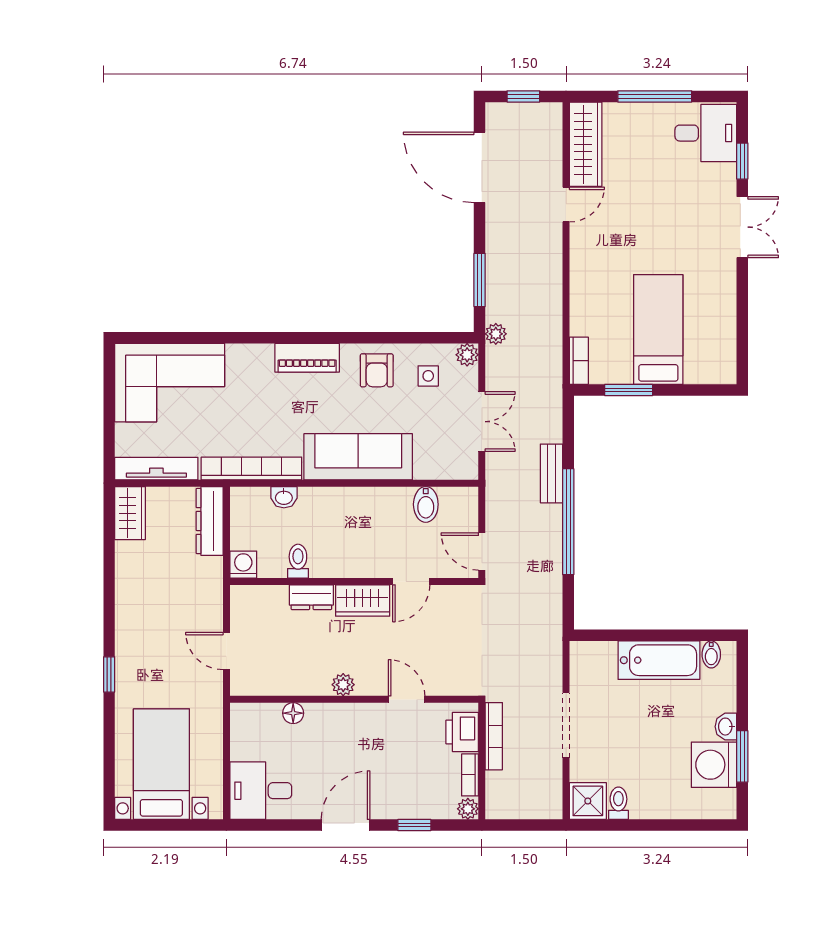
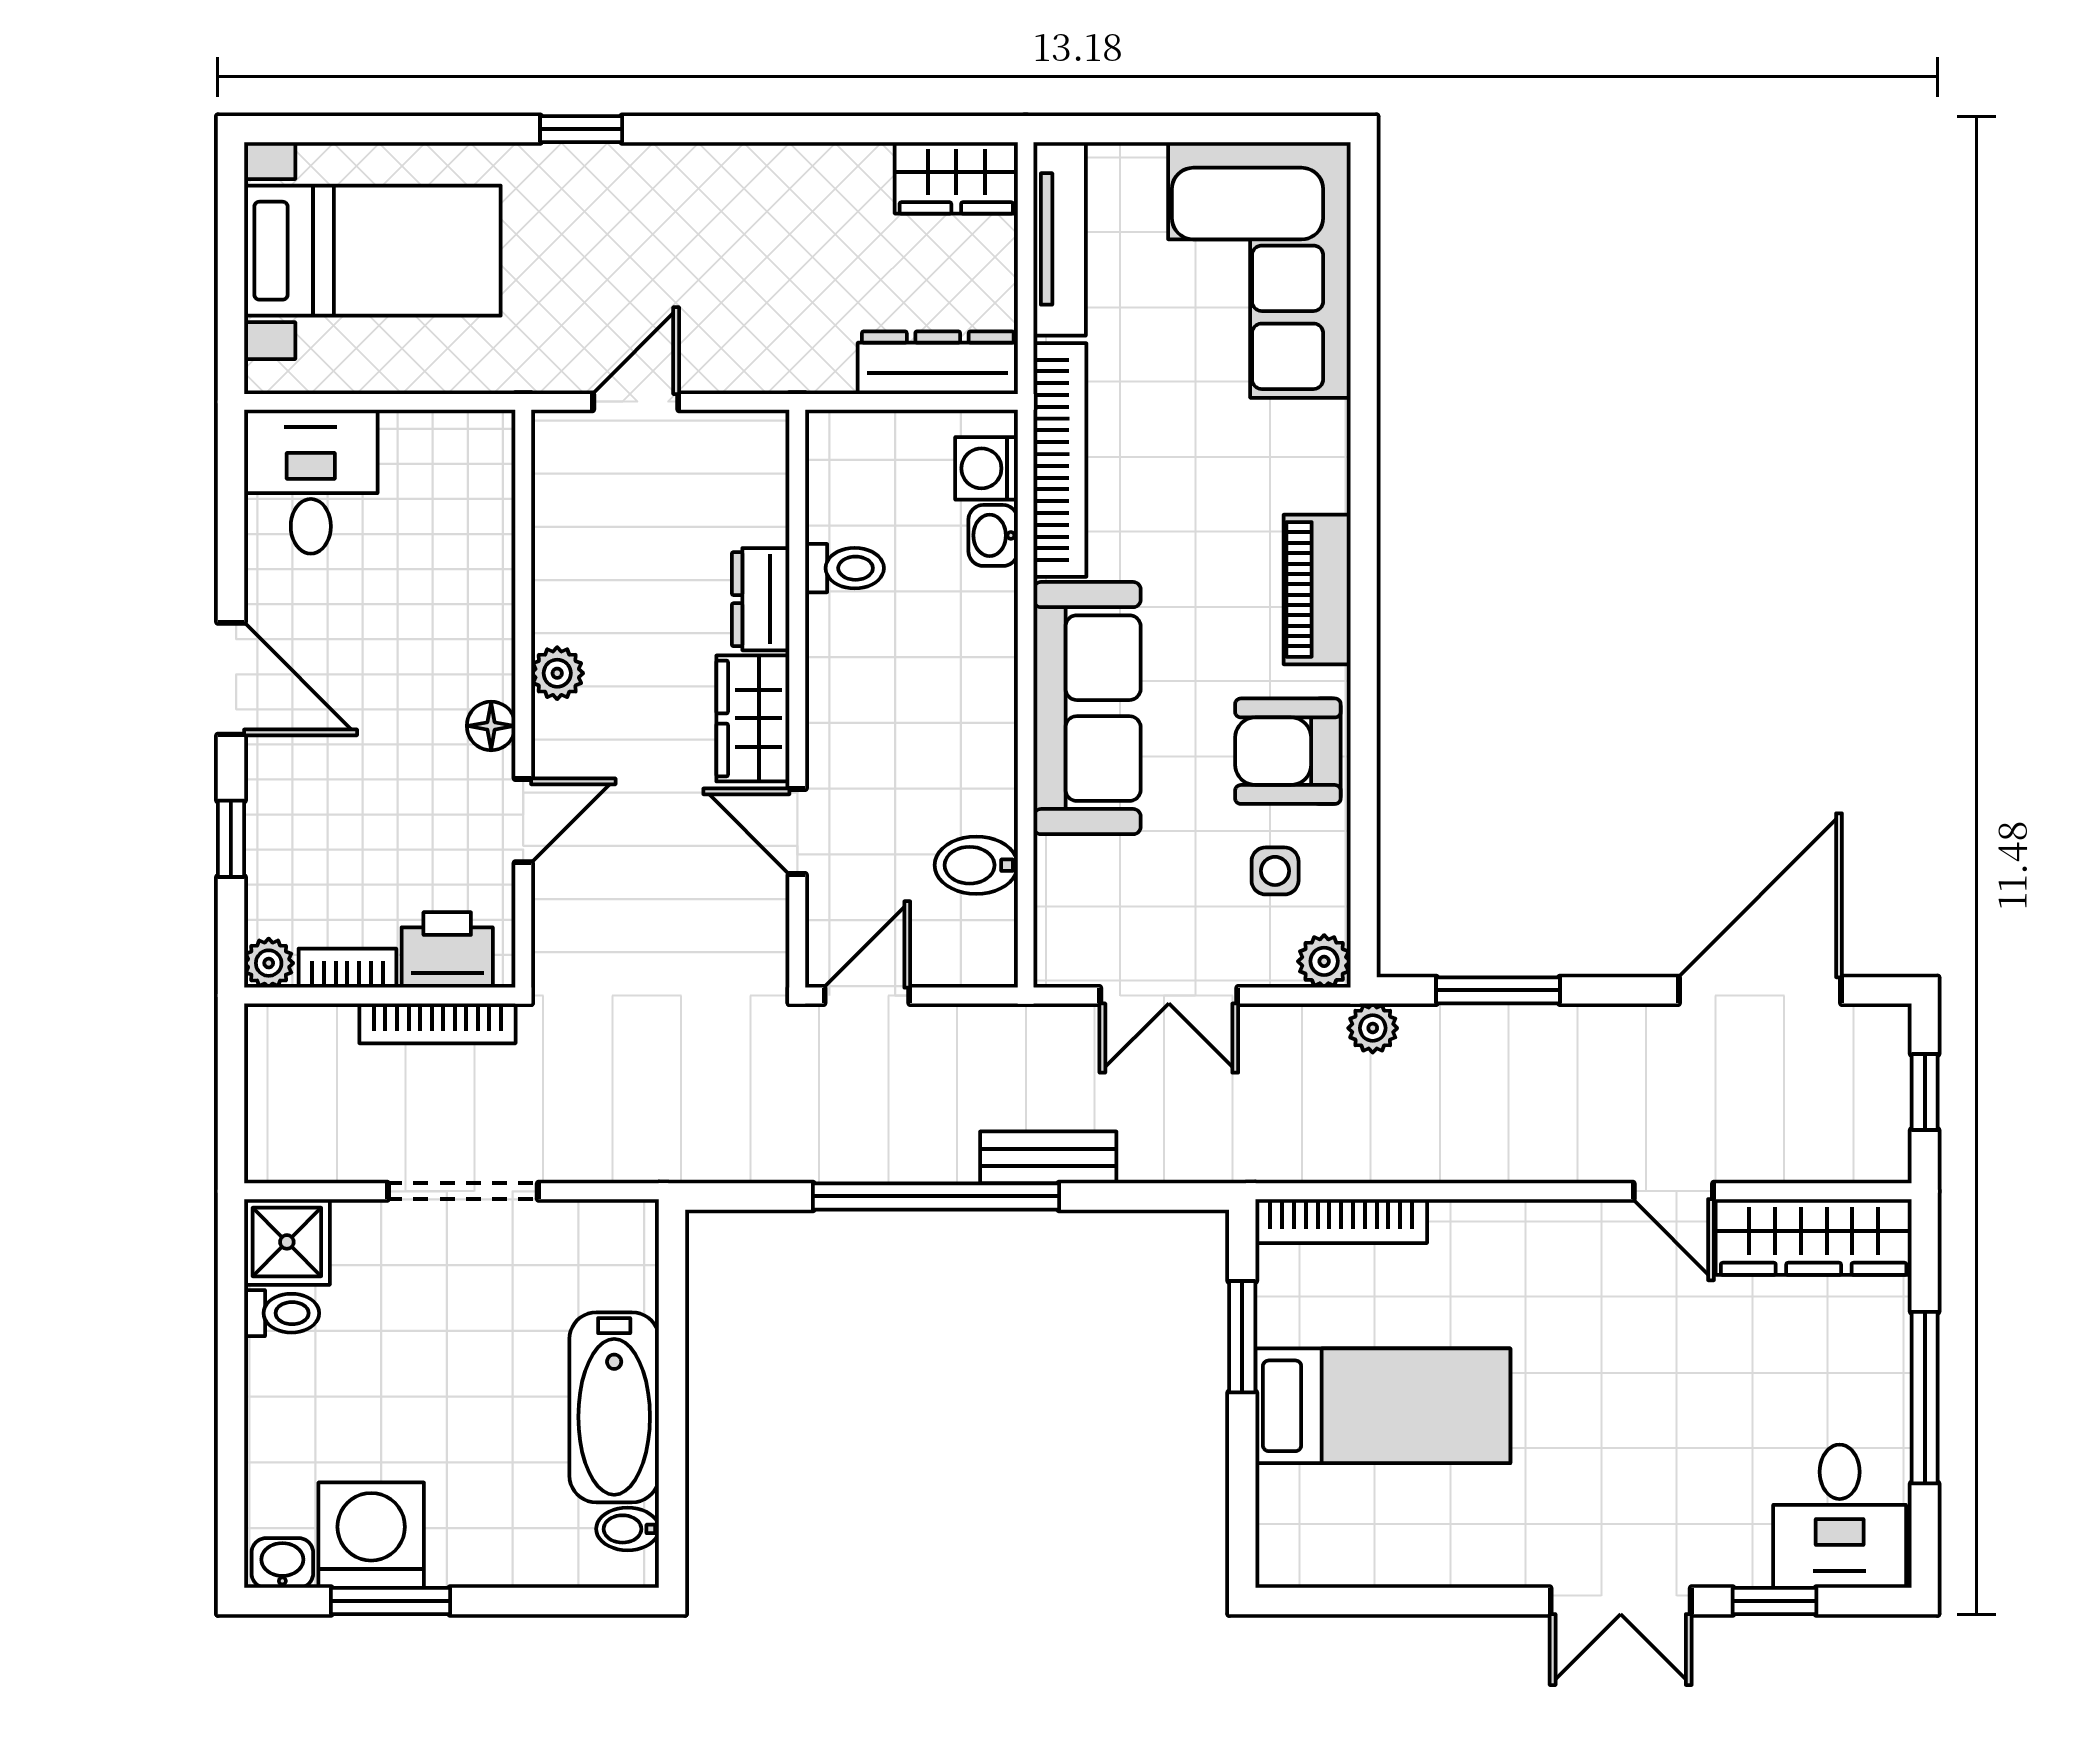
bookcase: (579, 361) -> (1341, 1221), width x1.56
armchair: (377, 370) -> (1288, 751), width x1.38, depth x1.38
washing machine: (243, 565) -> (986, 468), moved, turned 180
floor lamp: (293, 713) -> (491, 726), moved
washbasin: (726, 727) -> (282, 1563), moved

